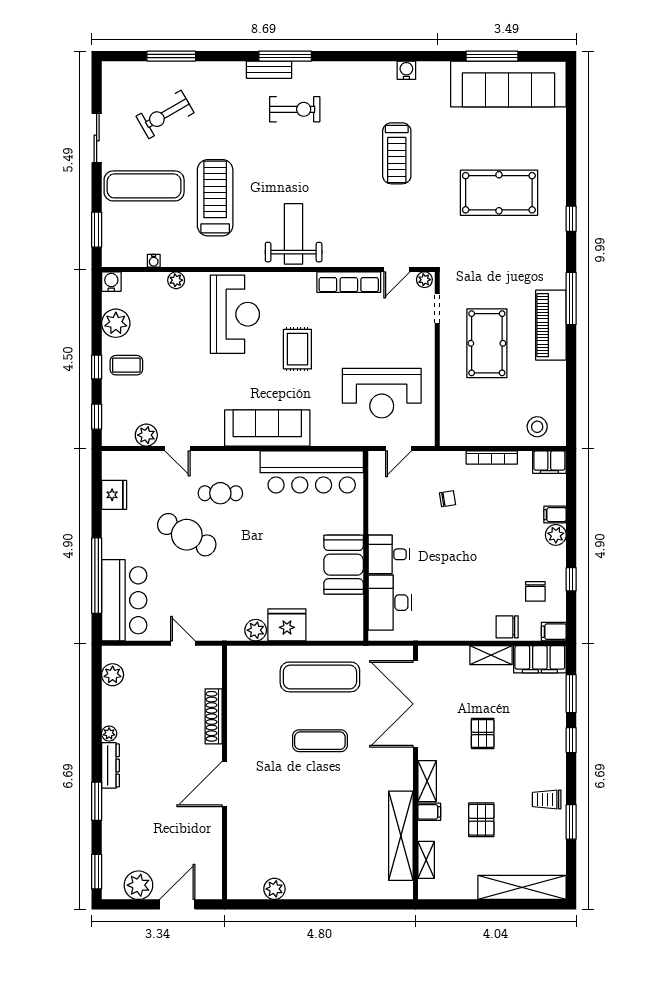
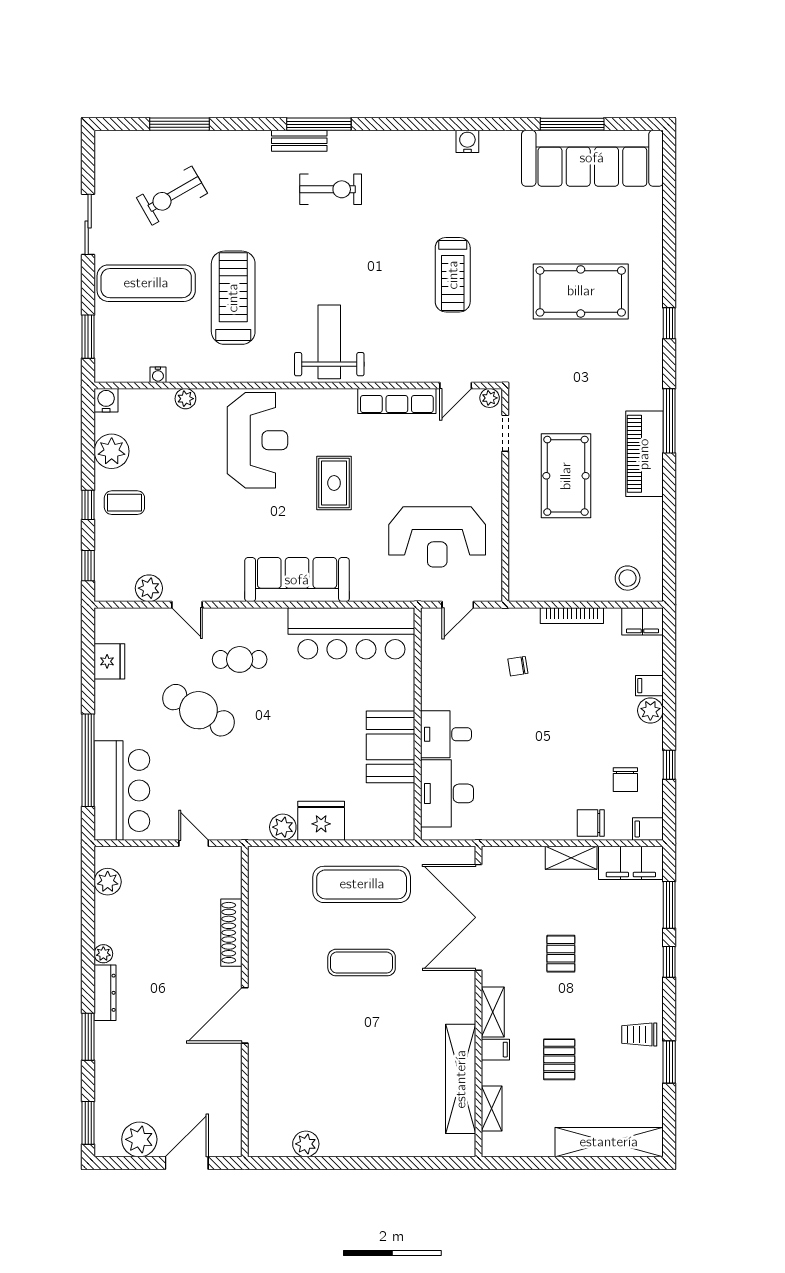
treadmill: (397, 153) -> (453, 275), moved
chair: (448, 499) -> (518, 666), turned 180

